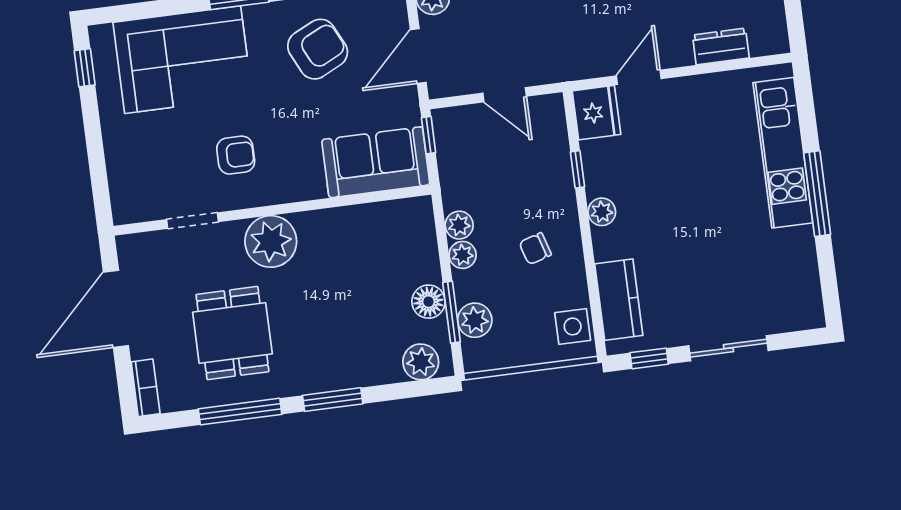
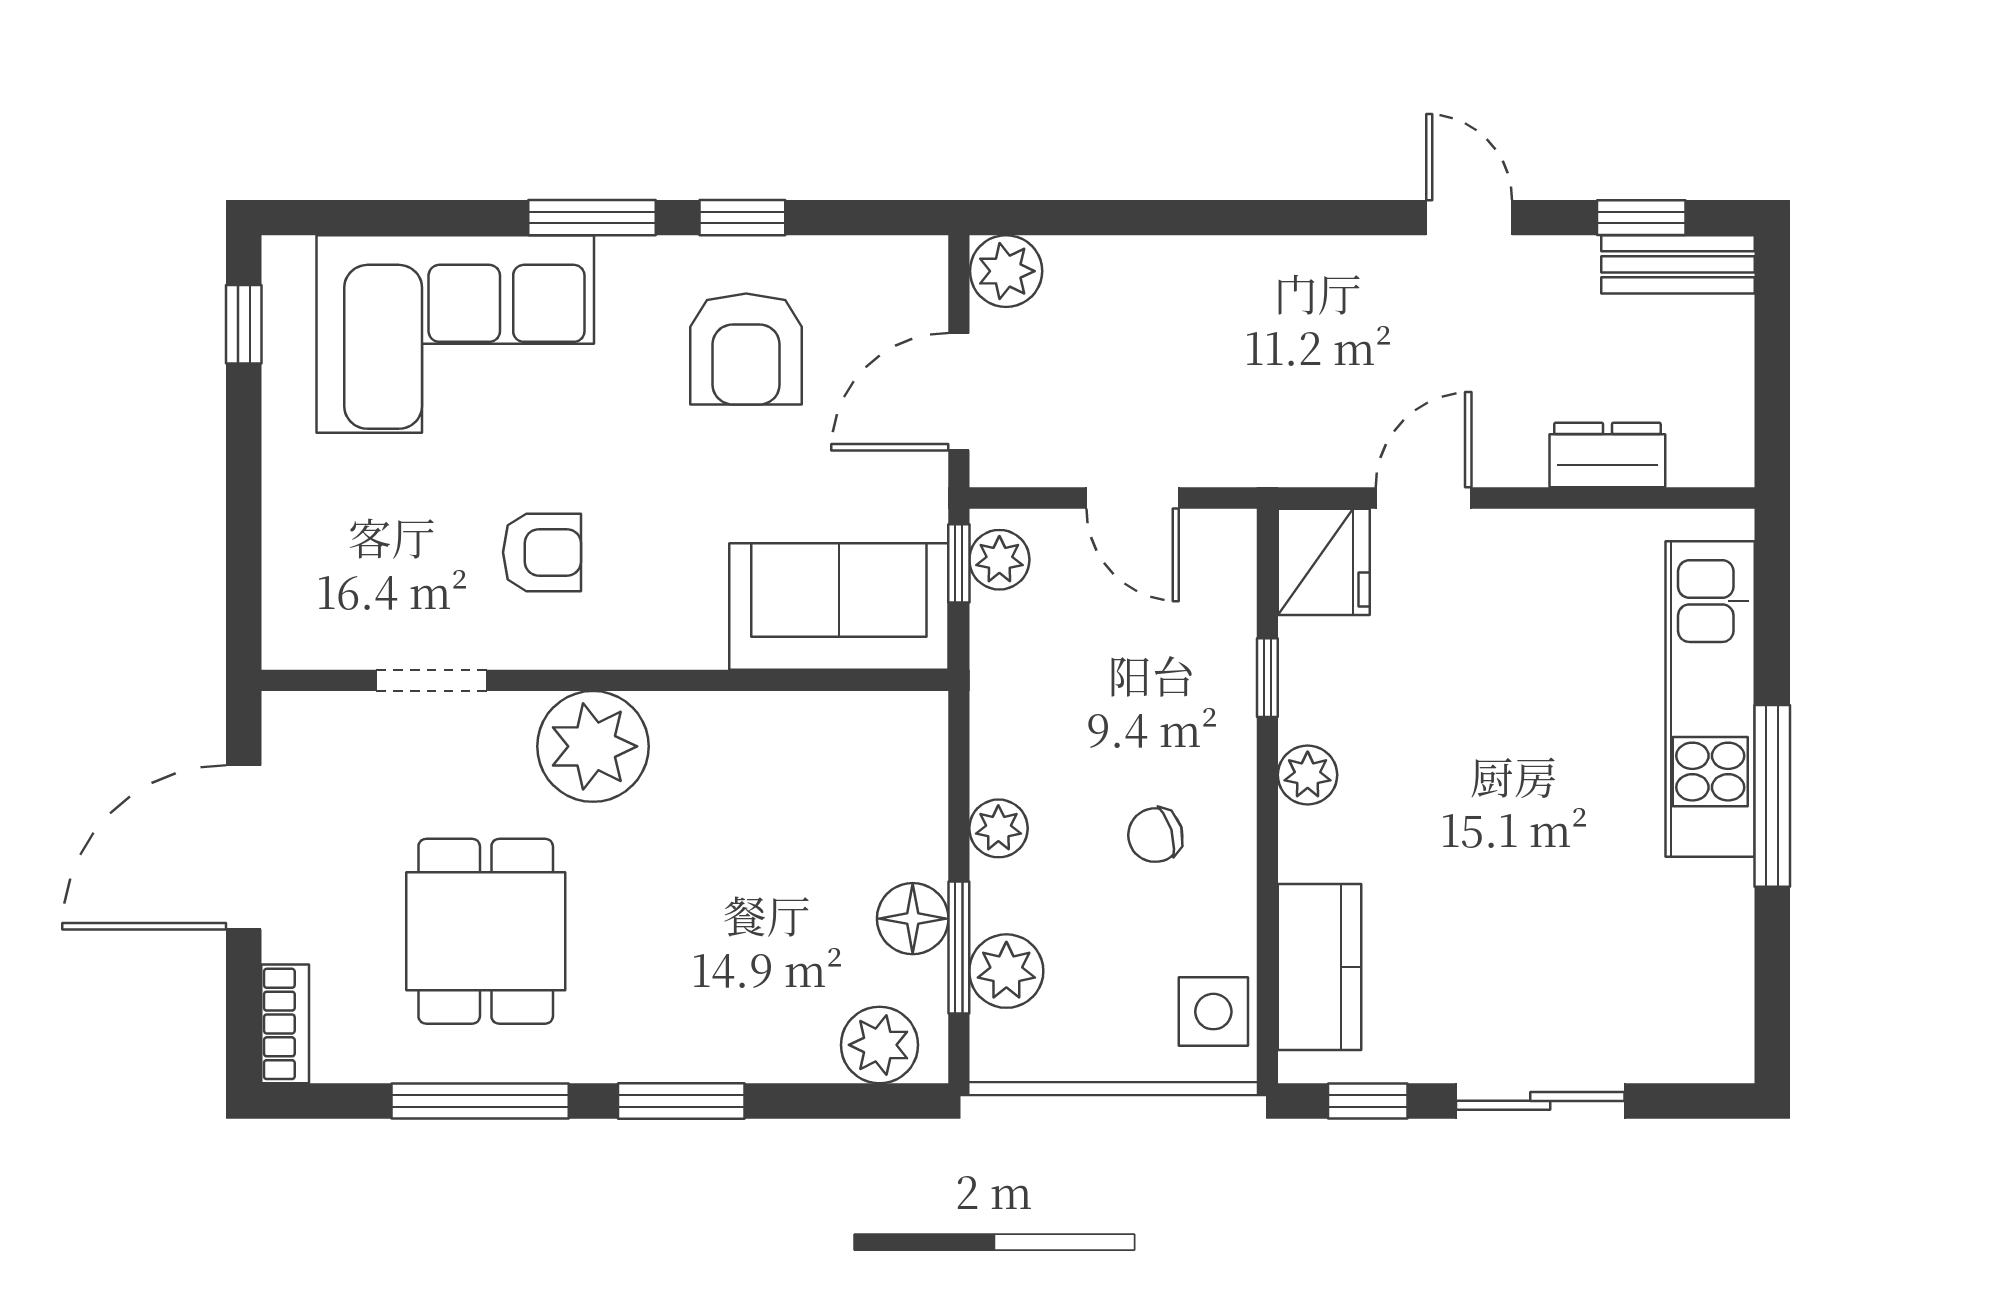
armchair: (318, 49) -> (746, 349), turned 116
plant: (459, 225) -> (999, 560), moved

